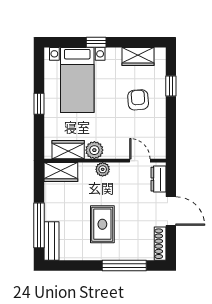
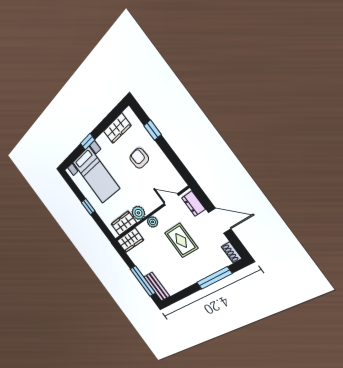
rug: (102, 224) -> (181, 241), moved
shoe rack: (160, 244) -> (231, 253), width x0.70

